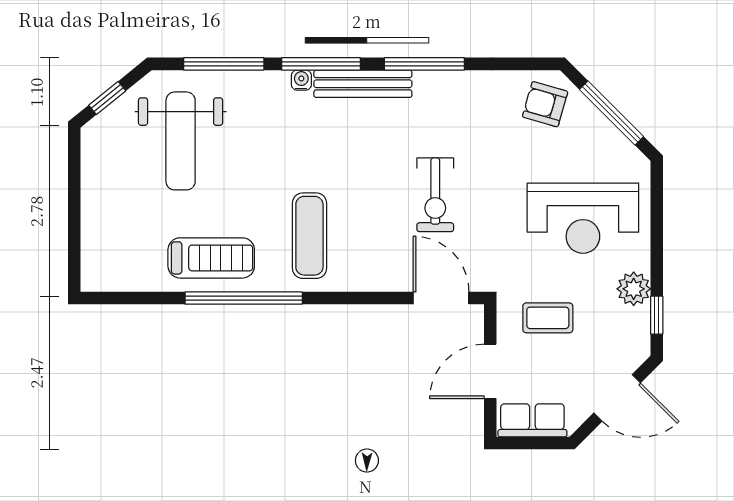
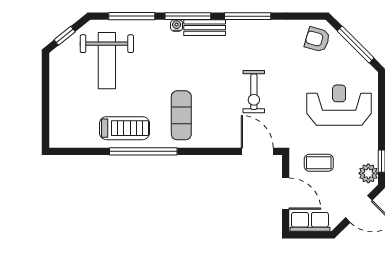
bench: (363, 84) -> (205, 28), width x0.73
reception desk: (583, 218) -> (339, 105), turned 180
plant: (634, 289) -> (368, 173), moved
door: (490, 371) -> (286, 194), swing flipped

